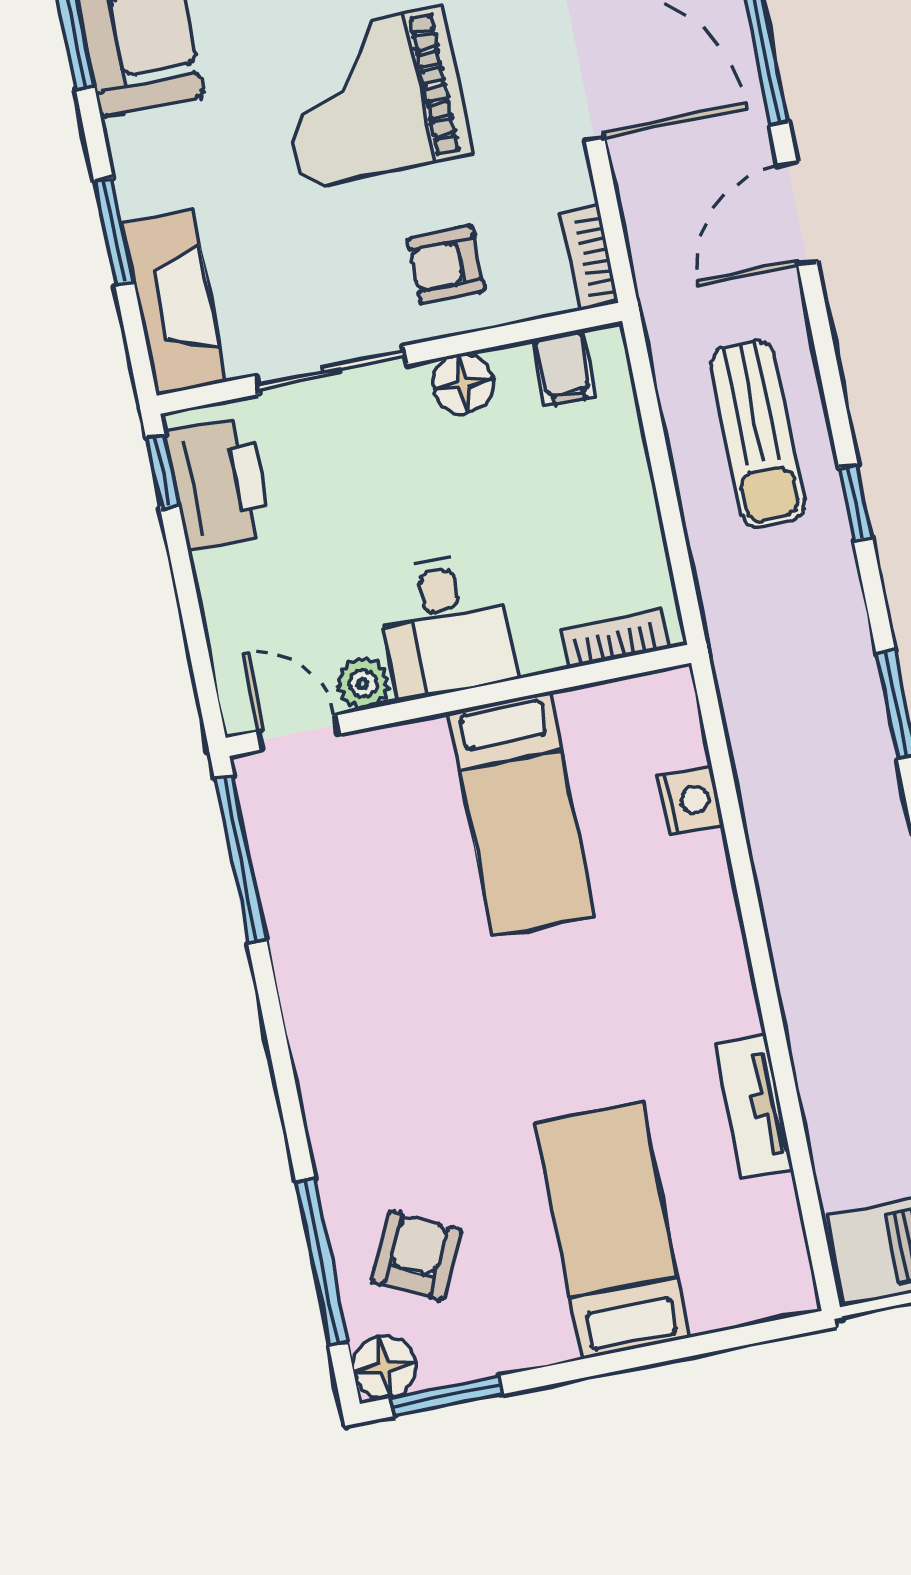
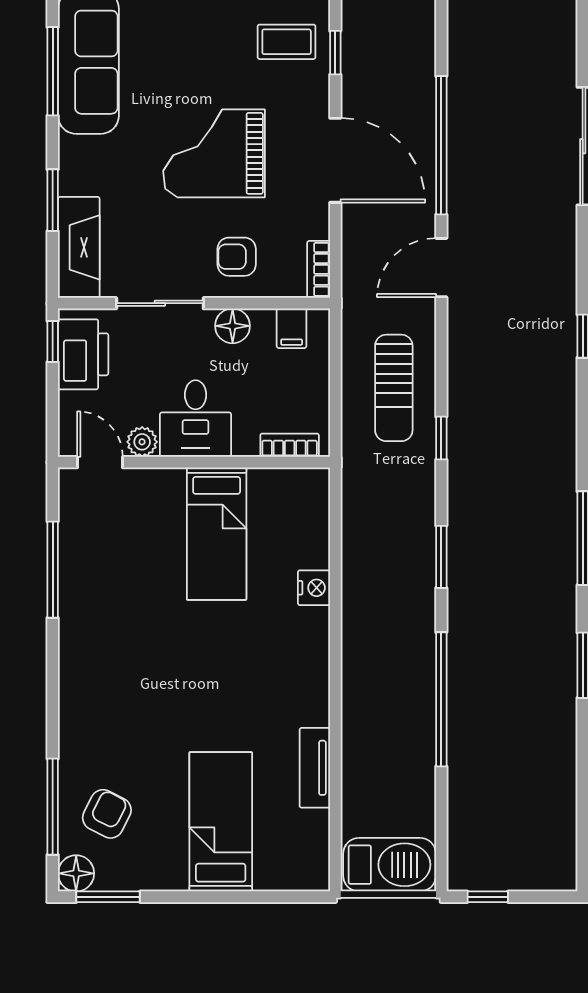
desk: (446, 626) -> (196, 419), moved
bookcase: (615, 639) -> (290, 445), moved
plant: (363, 684) -> (142, 442), moved
wall: (458, 700) -> (194, 462), moved
door: (299, 733) -> (100, 462), moved
bed: (521, 814) -> (217, 534), moved

